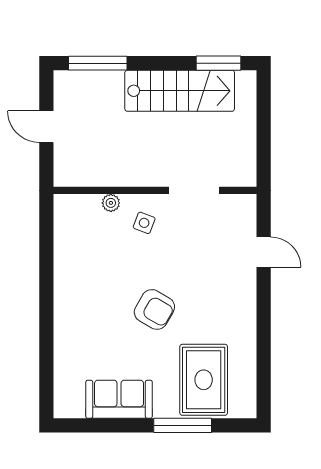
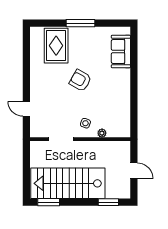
window: (98, 63) -> (108, 202), width x0.69
stairs: (180, 91) -> (68, 183), width x1.36, depth x1.51
sofa: (119, 399) -> (121, 51), moved, turned 90
window: (183, 425) -> (80, 23), moved

